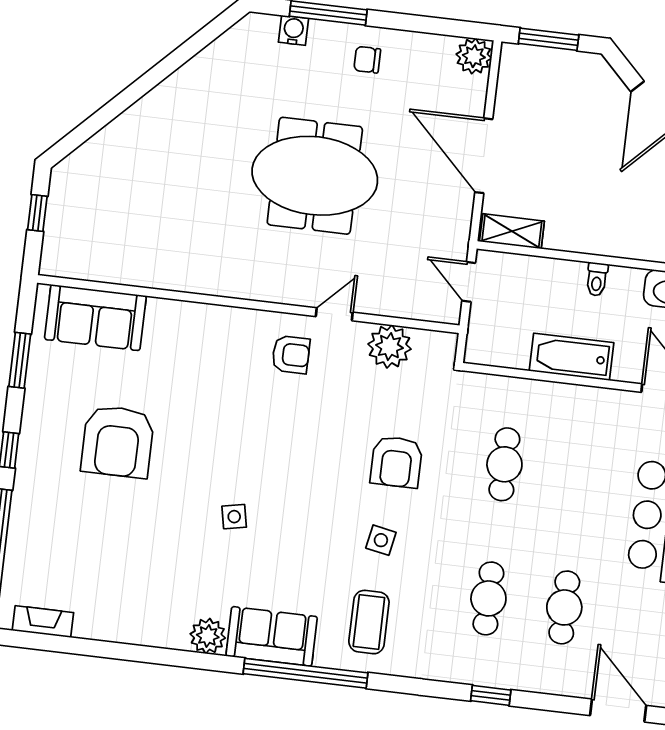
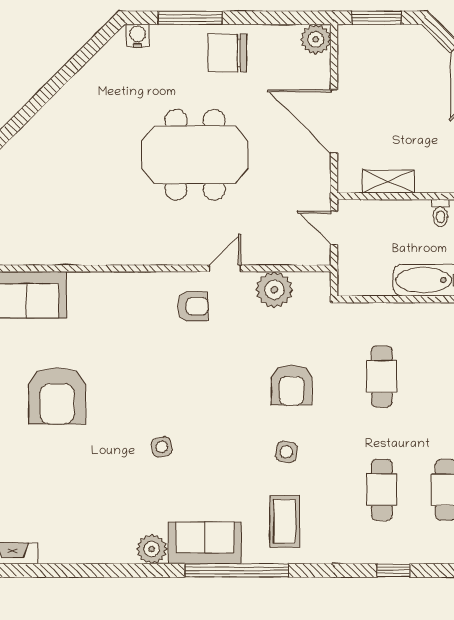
water cooler: (293, 30) -> (138, 36), moved
chair: (367, 60) -> (227, 53), width x1.87, depth x1.87
shelving: (512, 231) -> (388, 181), moved

